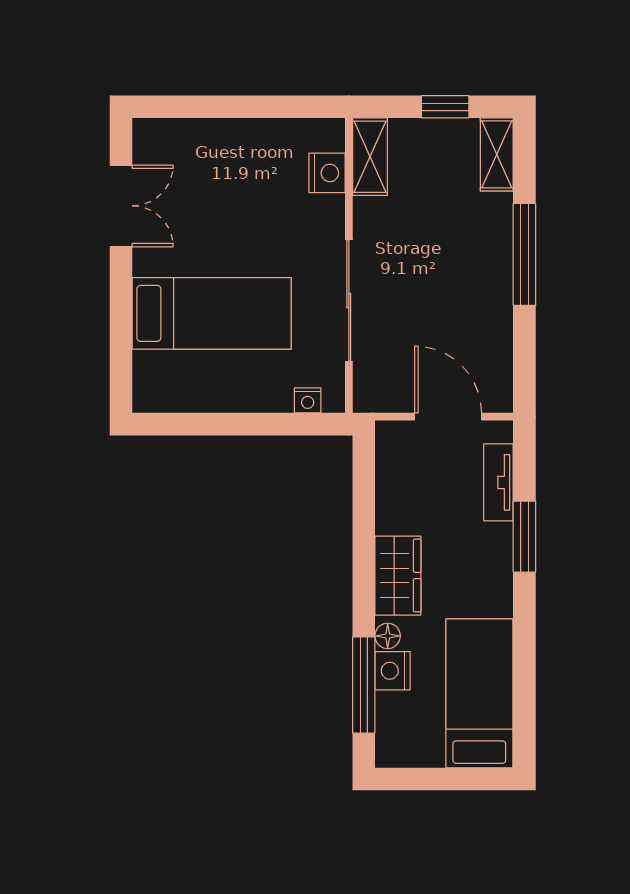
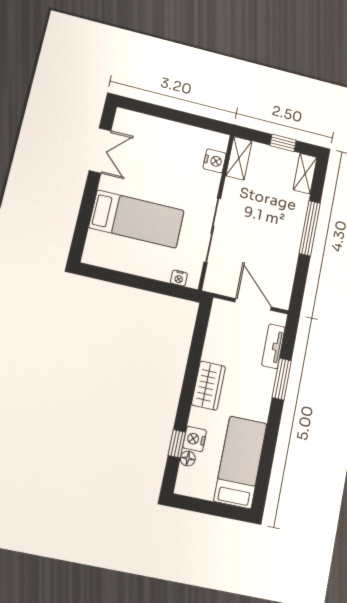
floor lamp: (388, 636) -> (188, 459), moved
window: (364, 685) -> (177, 444), width x0.46

